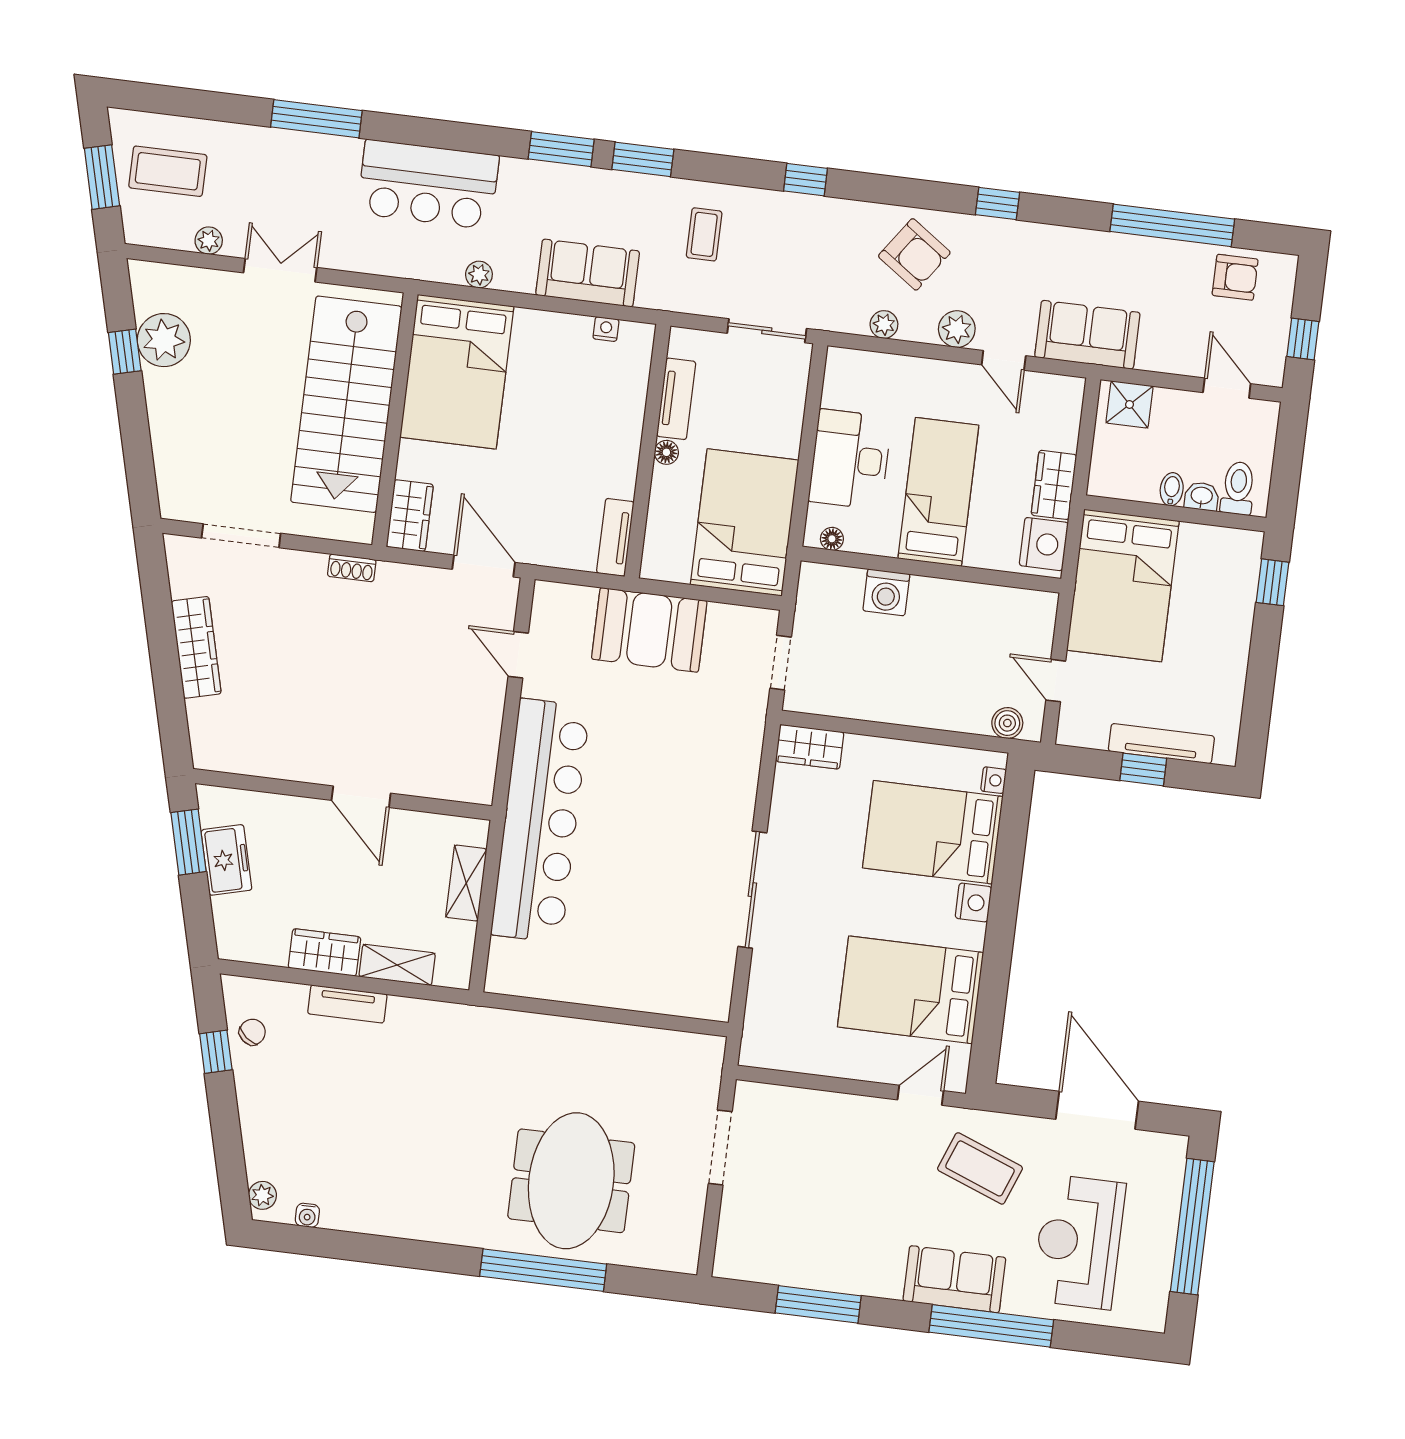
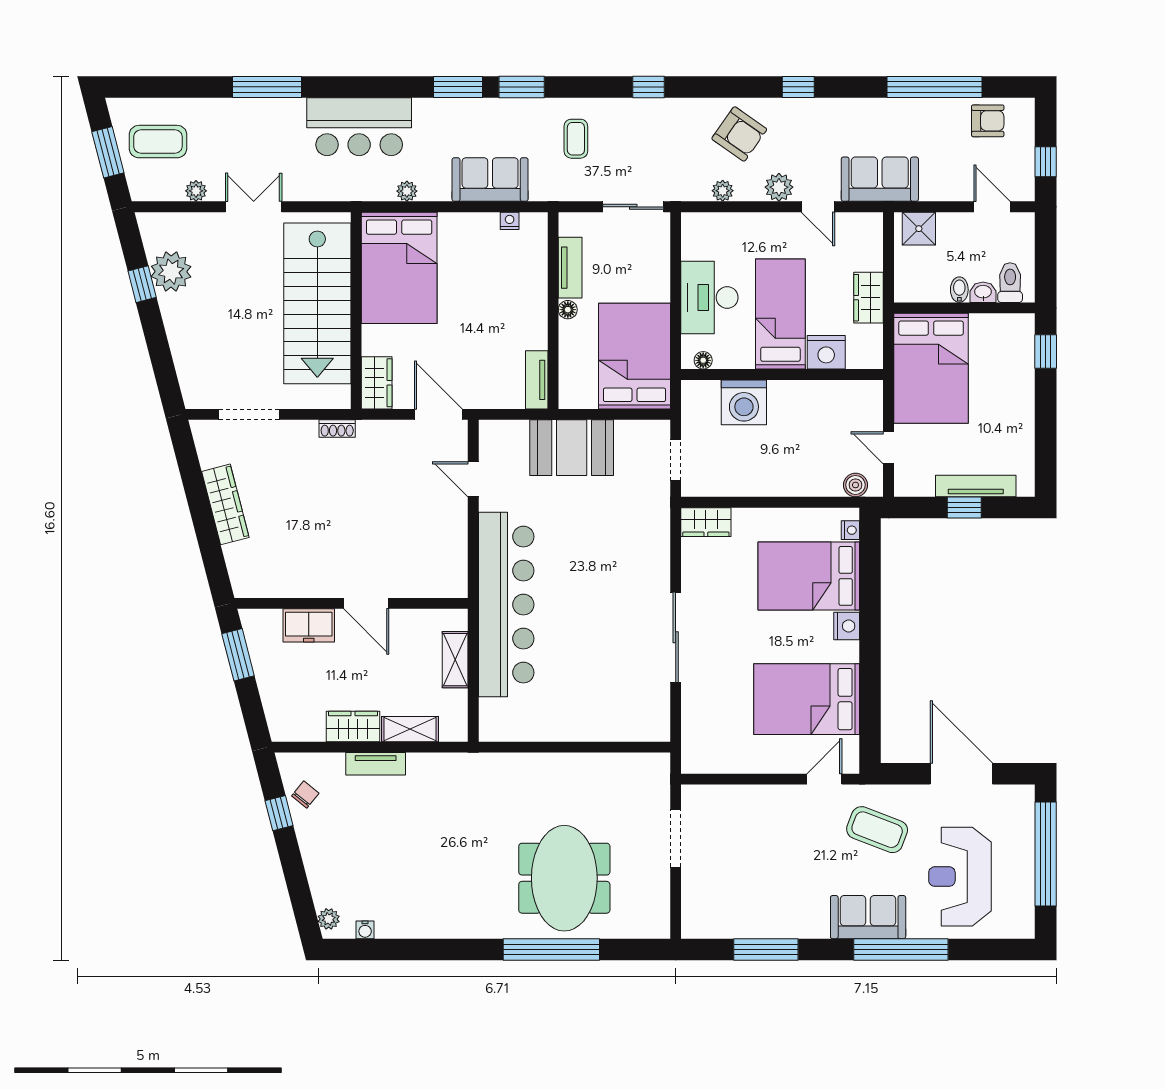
nightstand: (1044, 544) -> (826, 352), moved, turned 90
washing machine: (886, 592) -> (744, 402), width x1.37, depth x1.37
freezer: (226, 860) -> (309, 625), moved, turned 105

